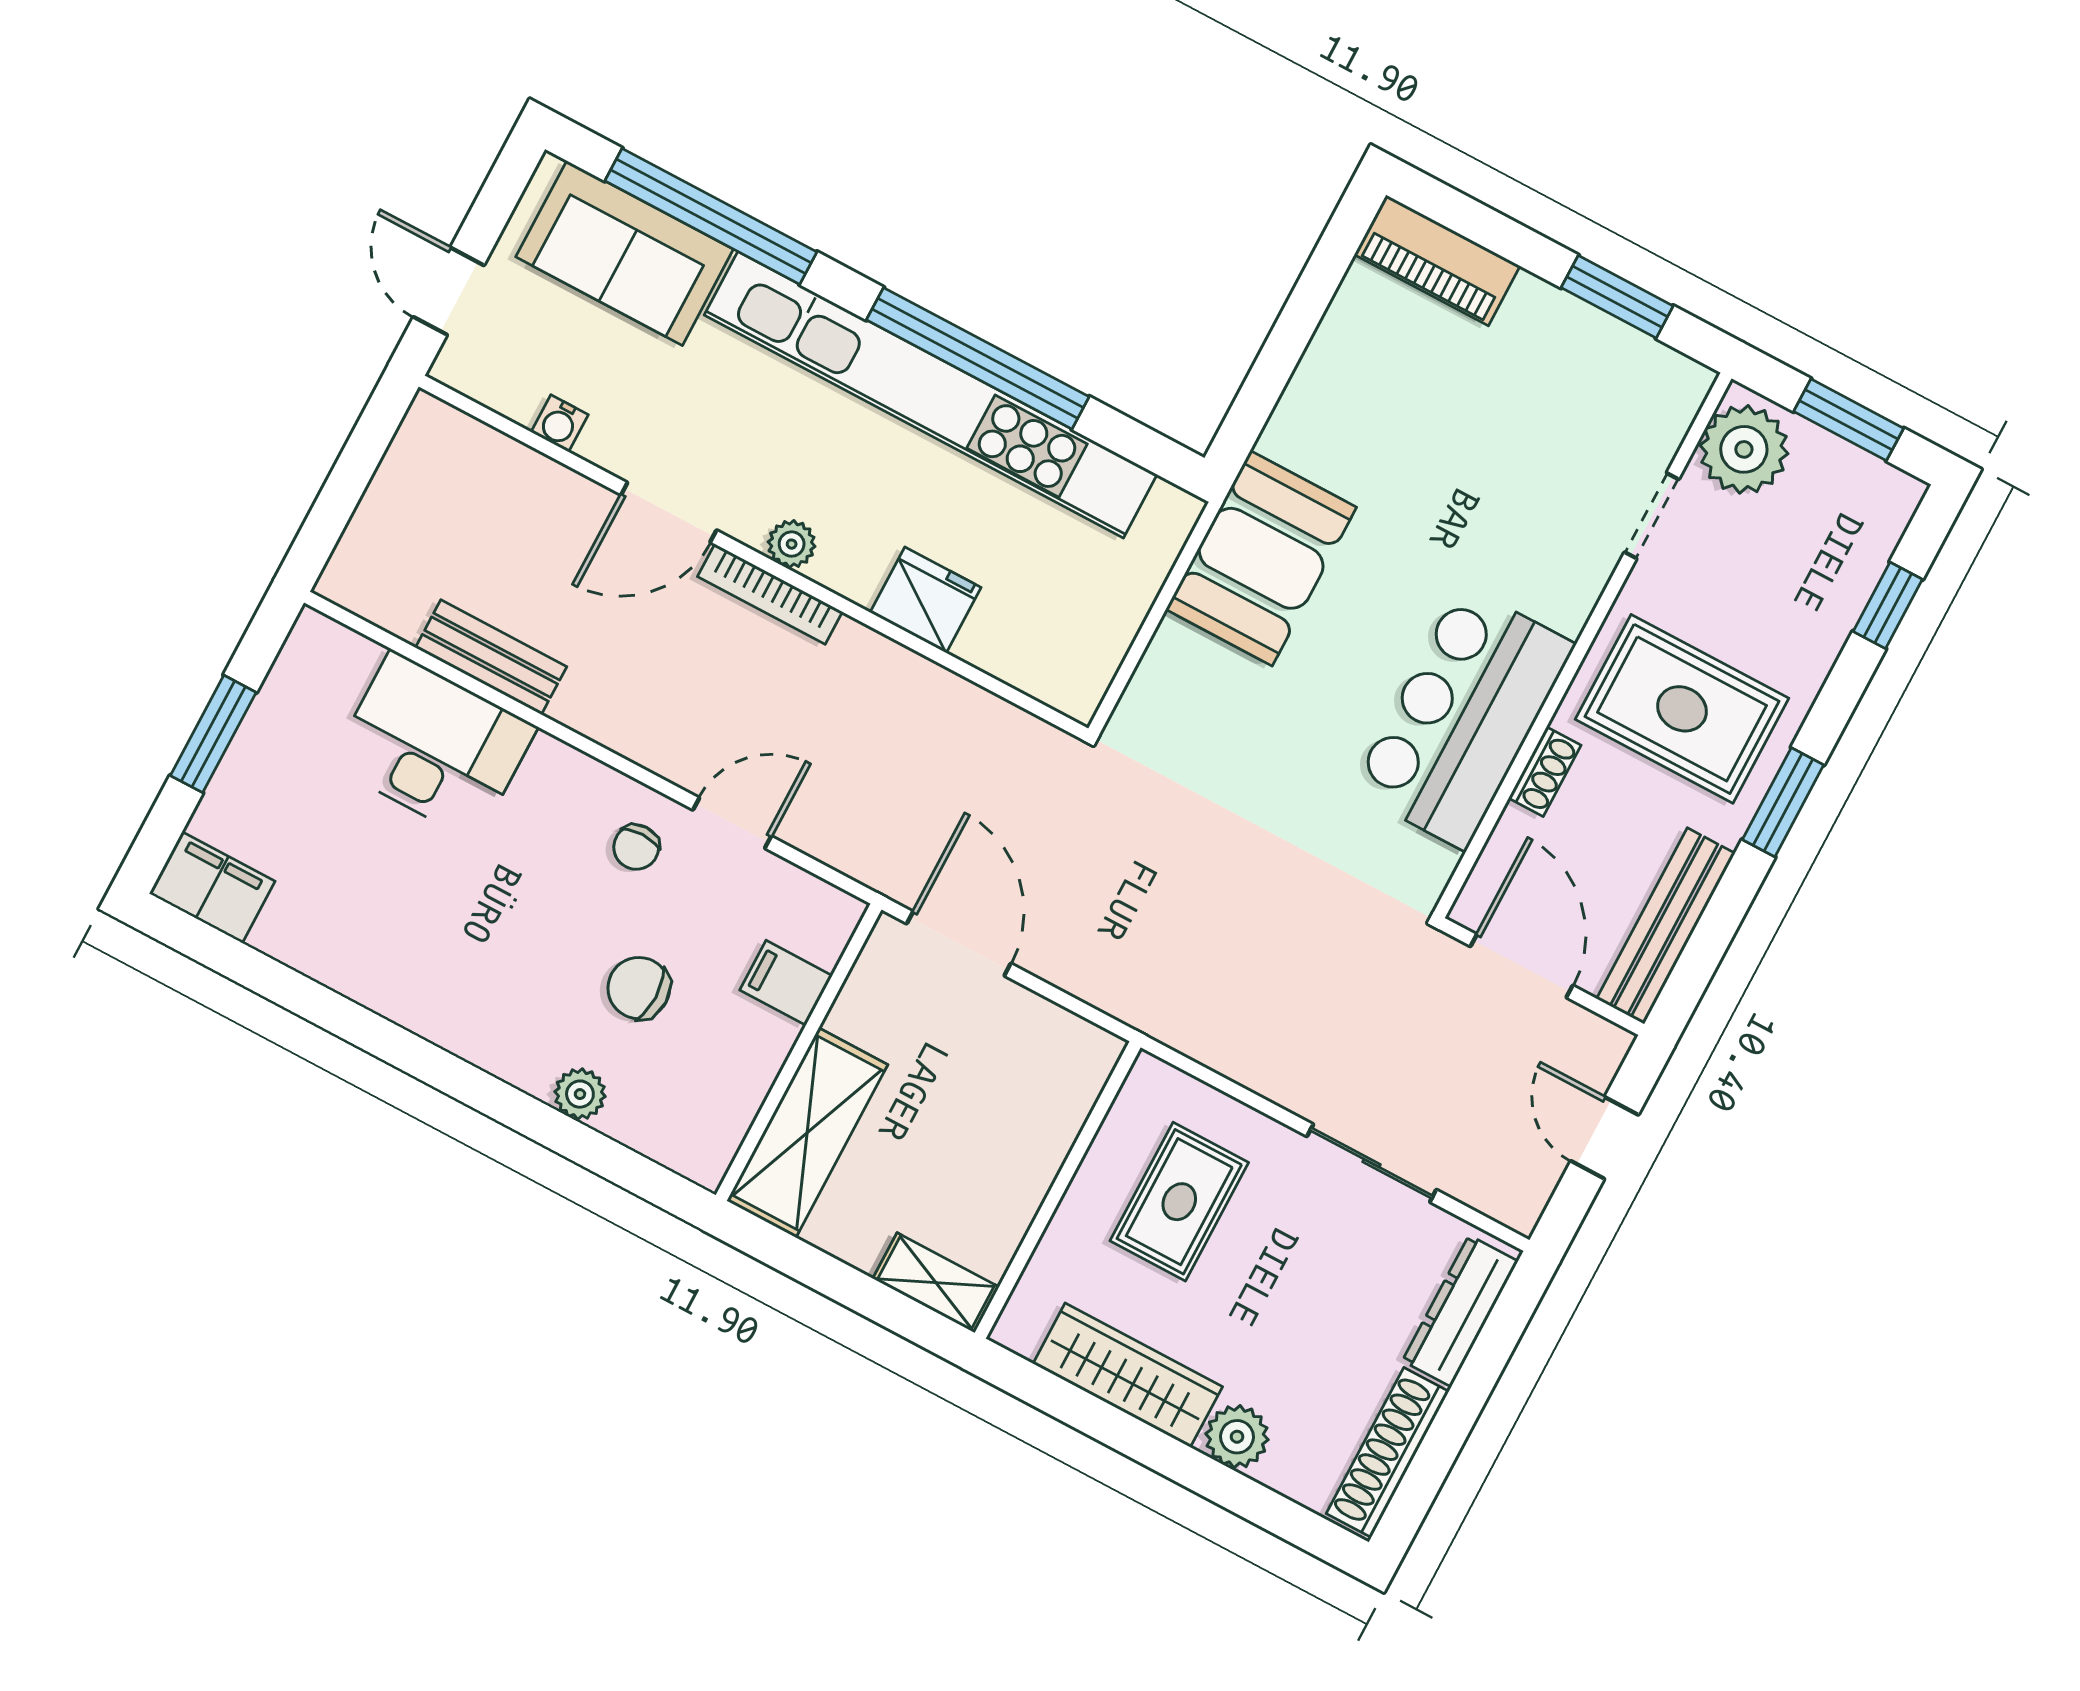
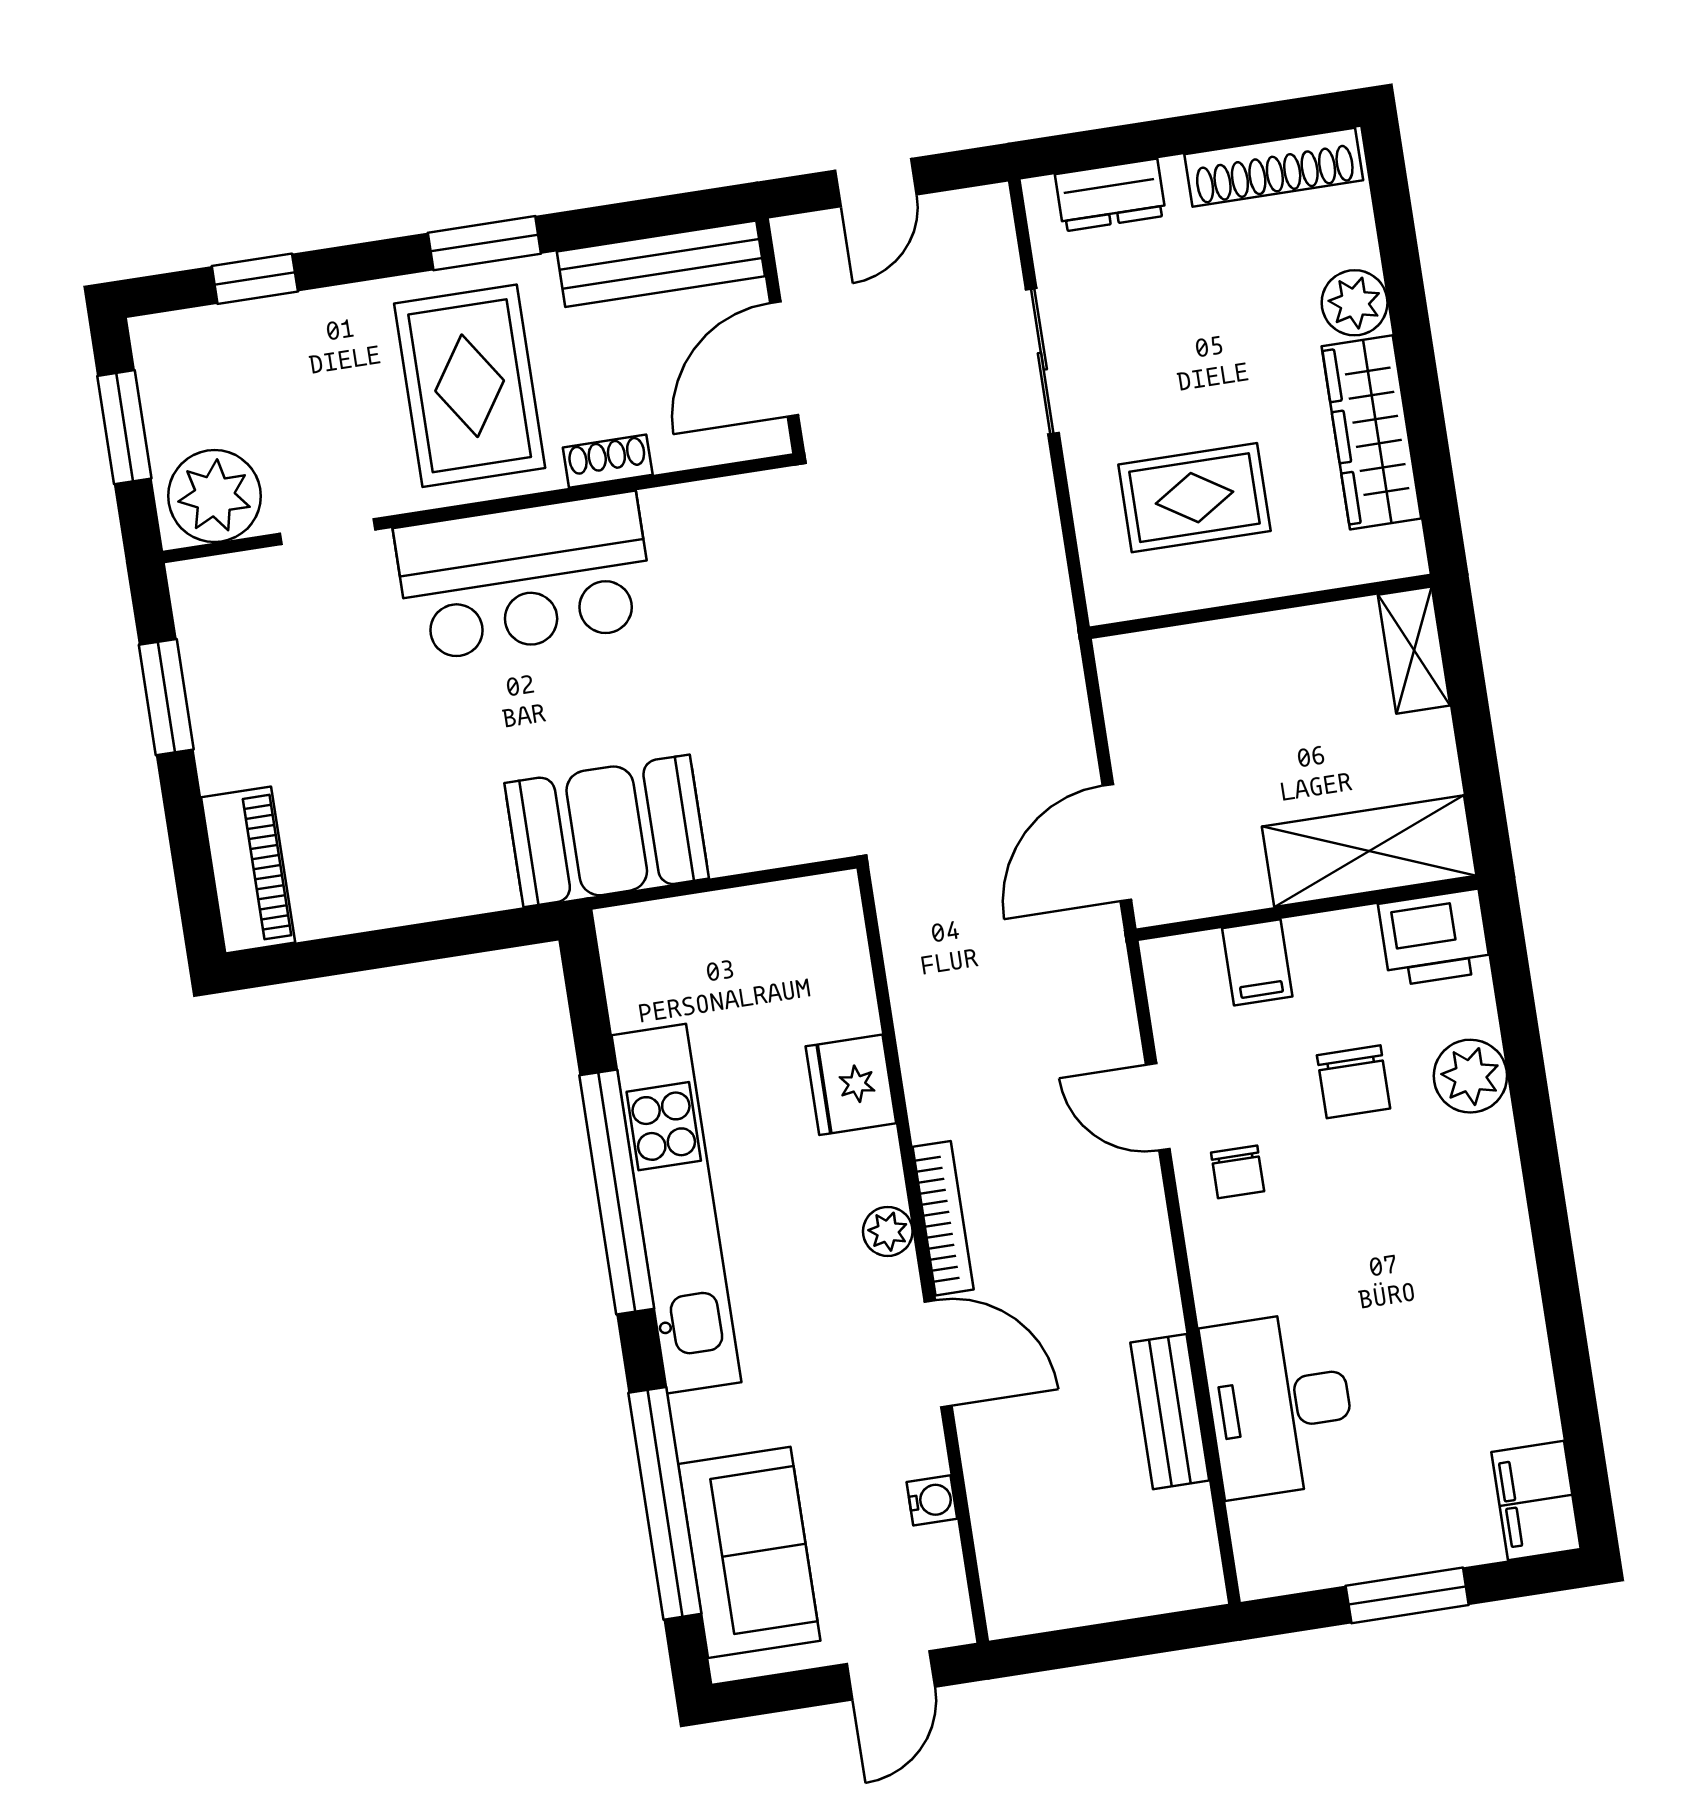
kitchen unit: (931, 395) -> (677, 1209), width x0.73
bar counter: (1463, 717) -> (525, 577), moved
chair: (636, 847) -> (1238, 1172), turned 90
plant: (580, 1094) -> (1470, 1076), width x1.38, depth x1.38
printer: (703, 1133) -> (1434, 938), added
dresser: (1460, 1311) -> (1110, 195), width x0.70

